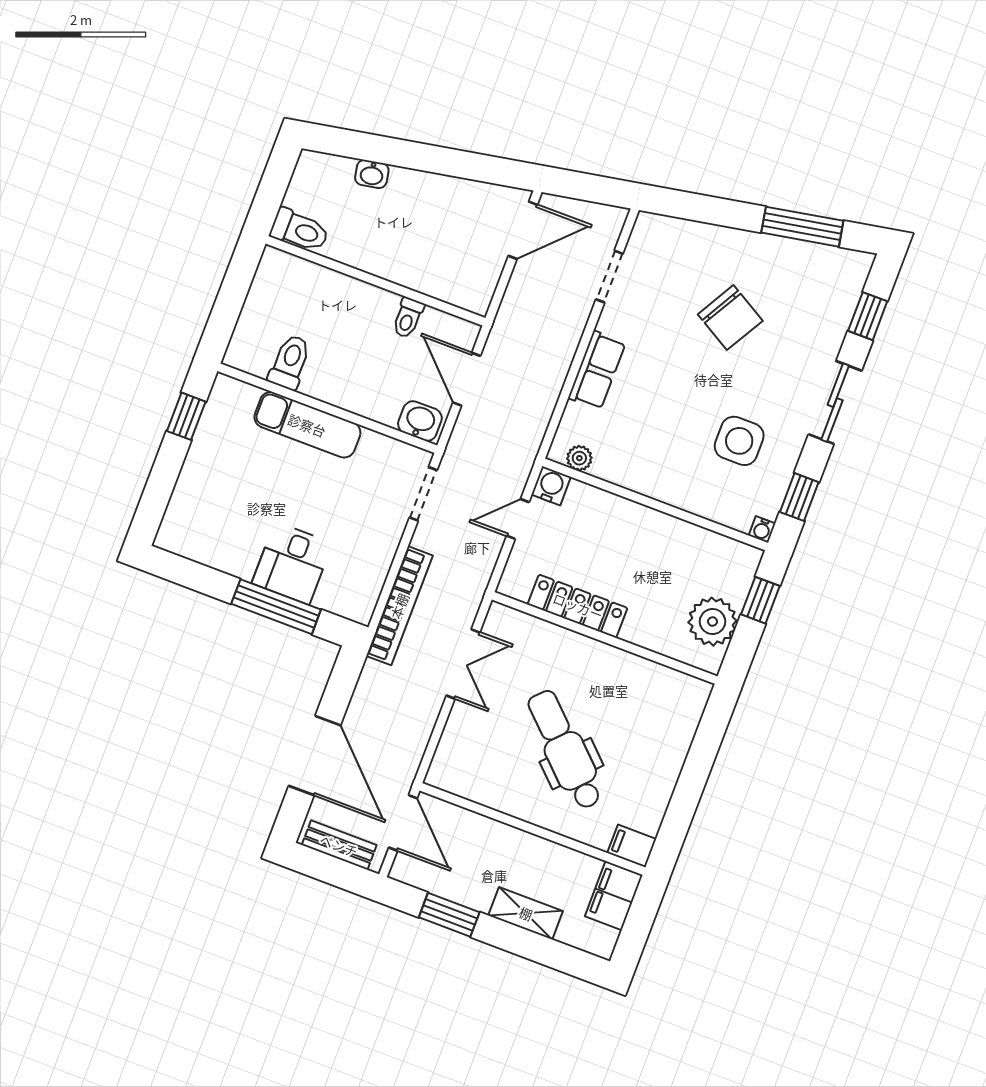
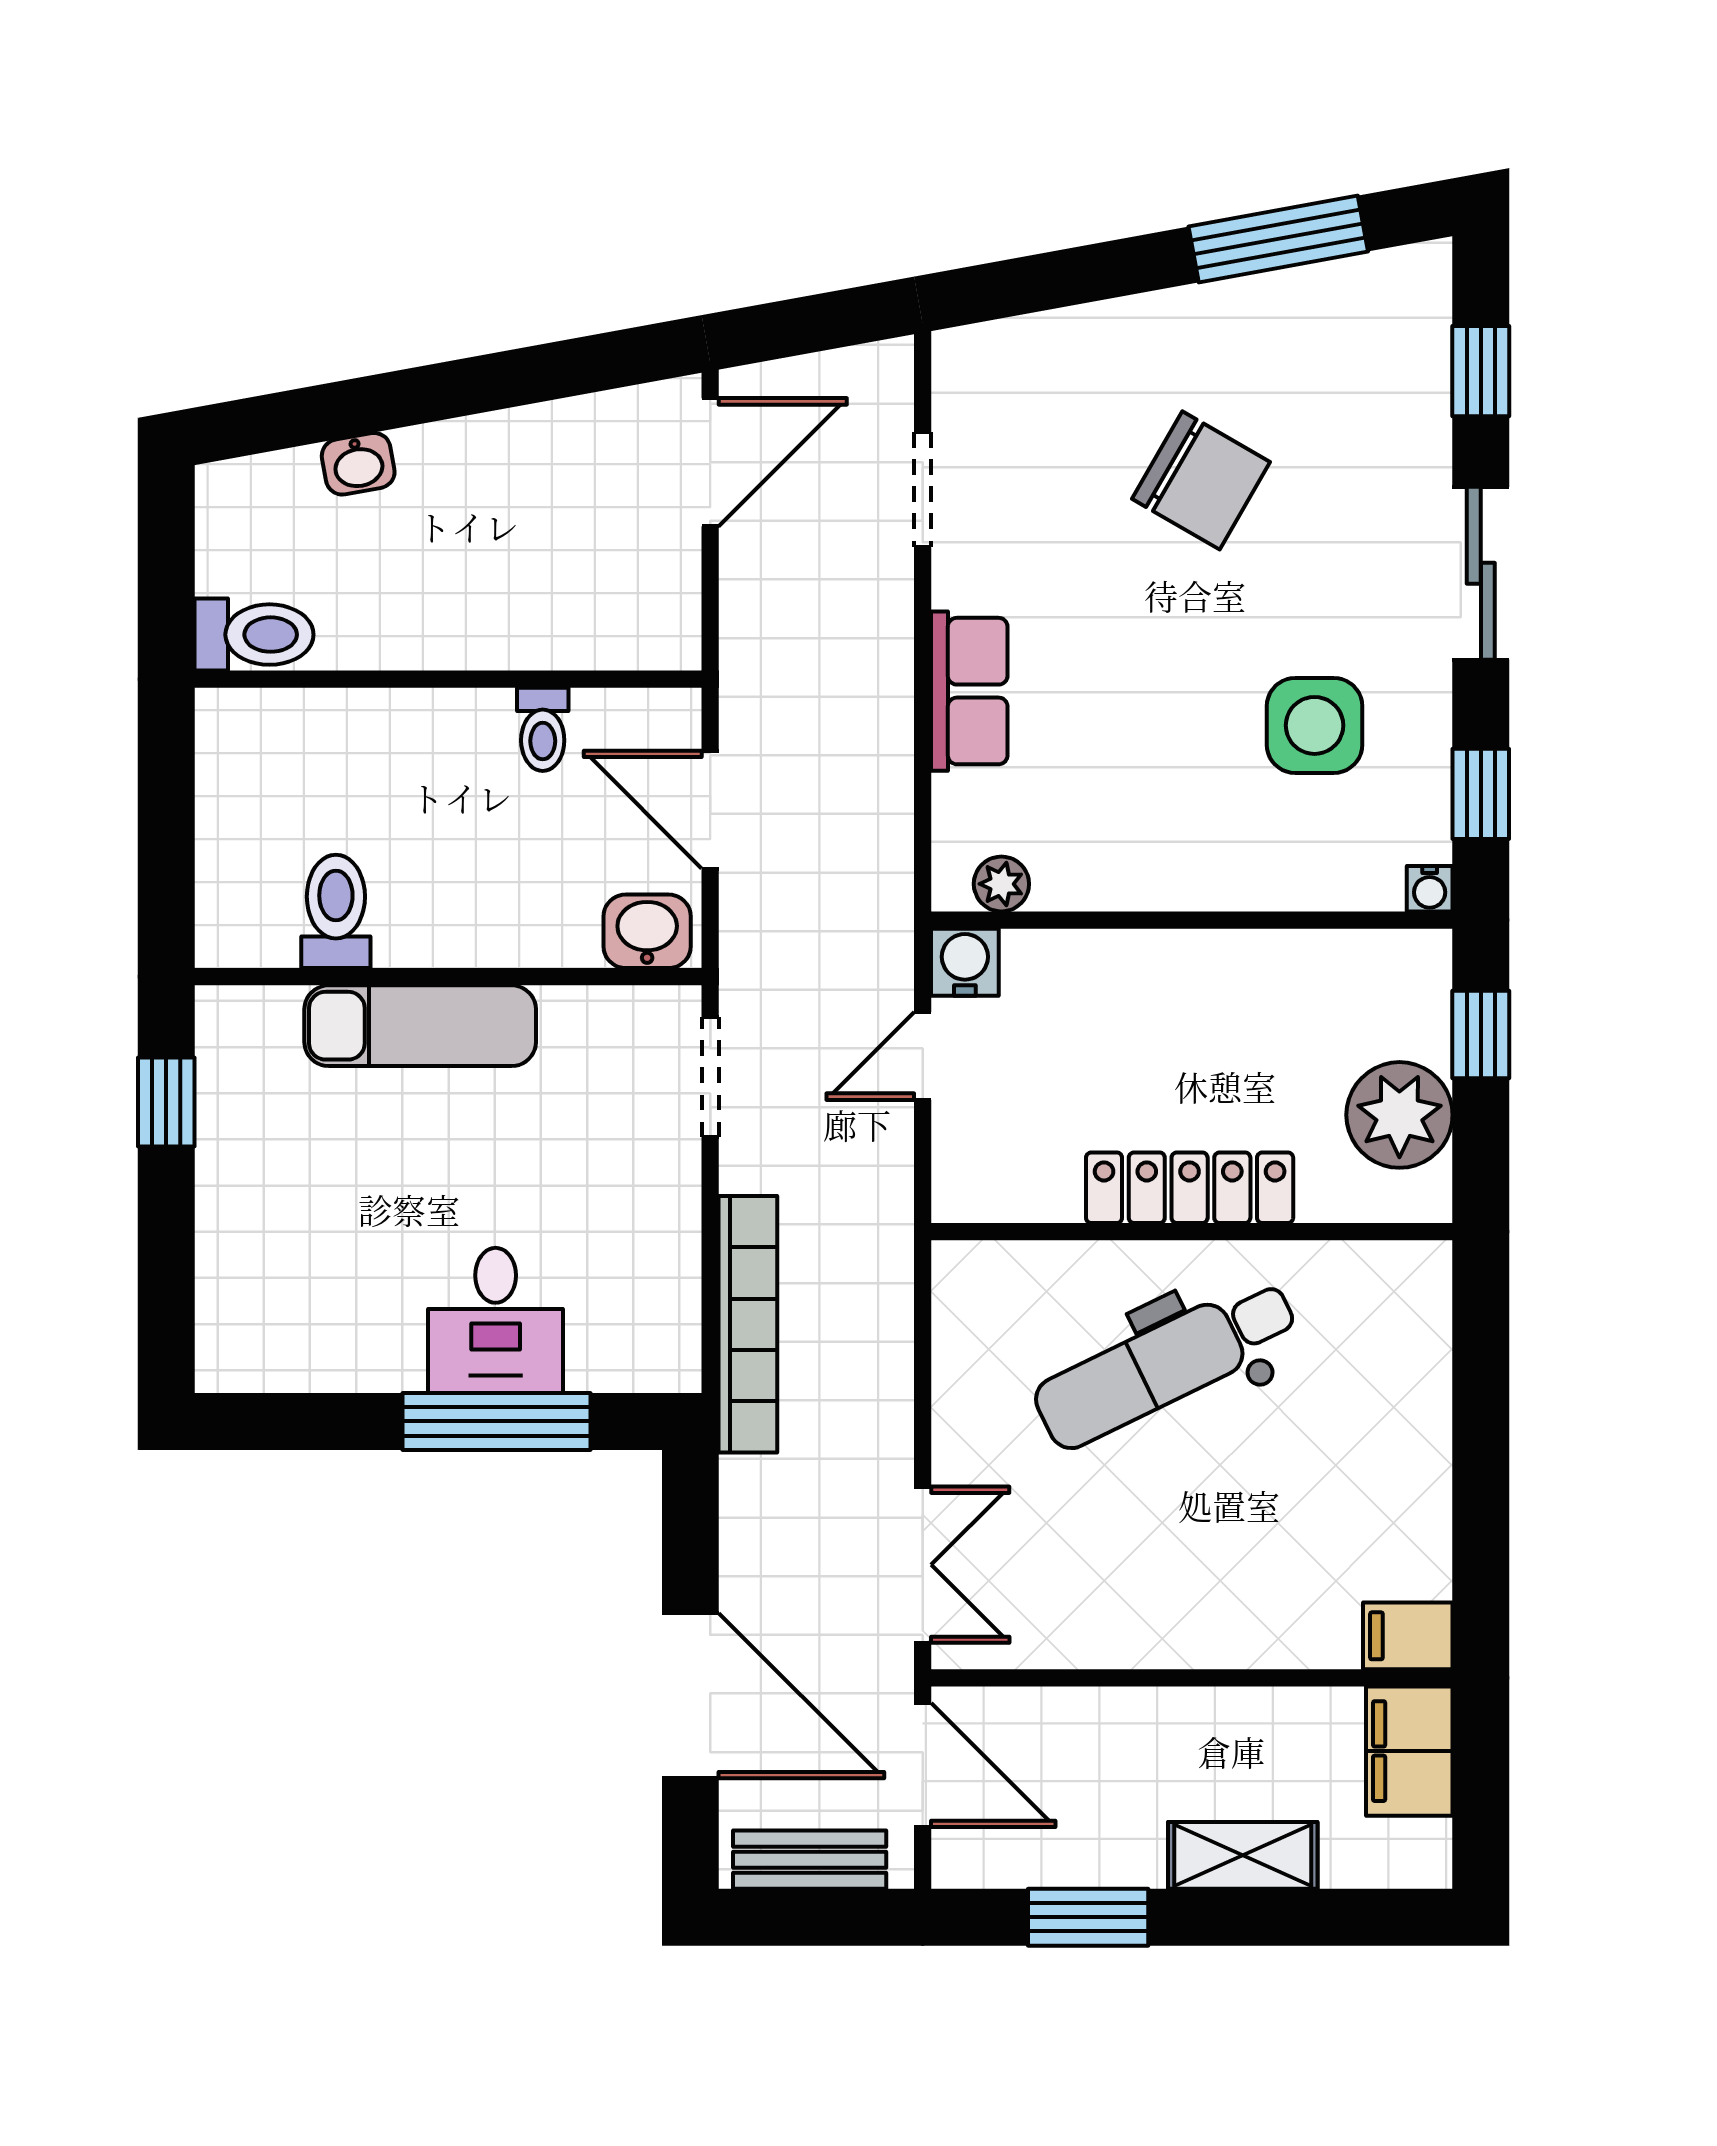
locker: (578, 606) -> (1190, 1188), moved
double door: (463, 664) -> (923, 1565), moved
dental chair: (565, 750) -> (1166, 1363), moved, turned -70

